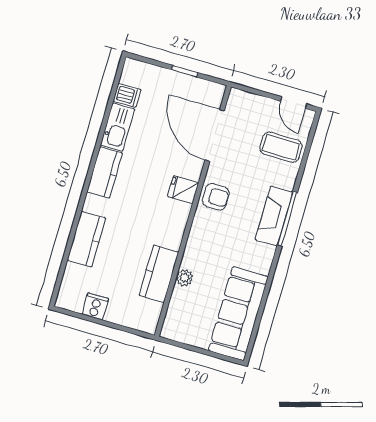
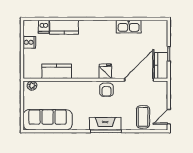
dishwasher: (127, 95) -> (44, 27), moved
kitchen counter: (105, 173) -> (161, 65), moved, turned 90
plant: (185, 278) -> (32, 86), moved

